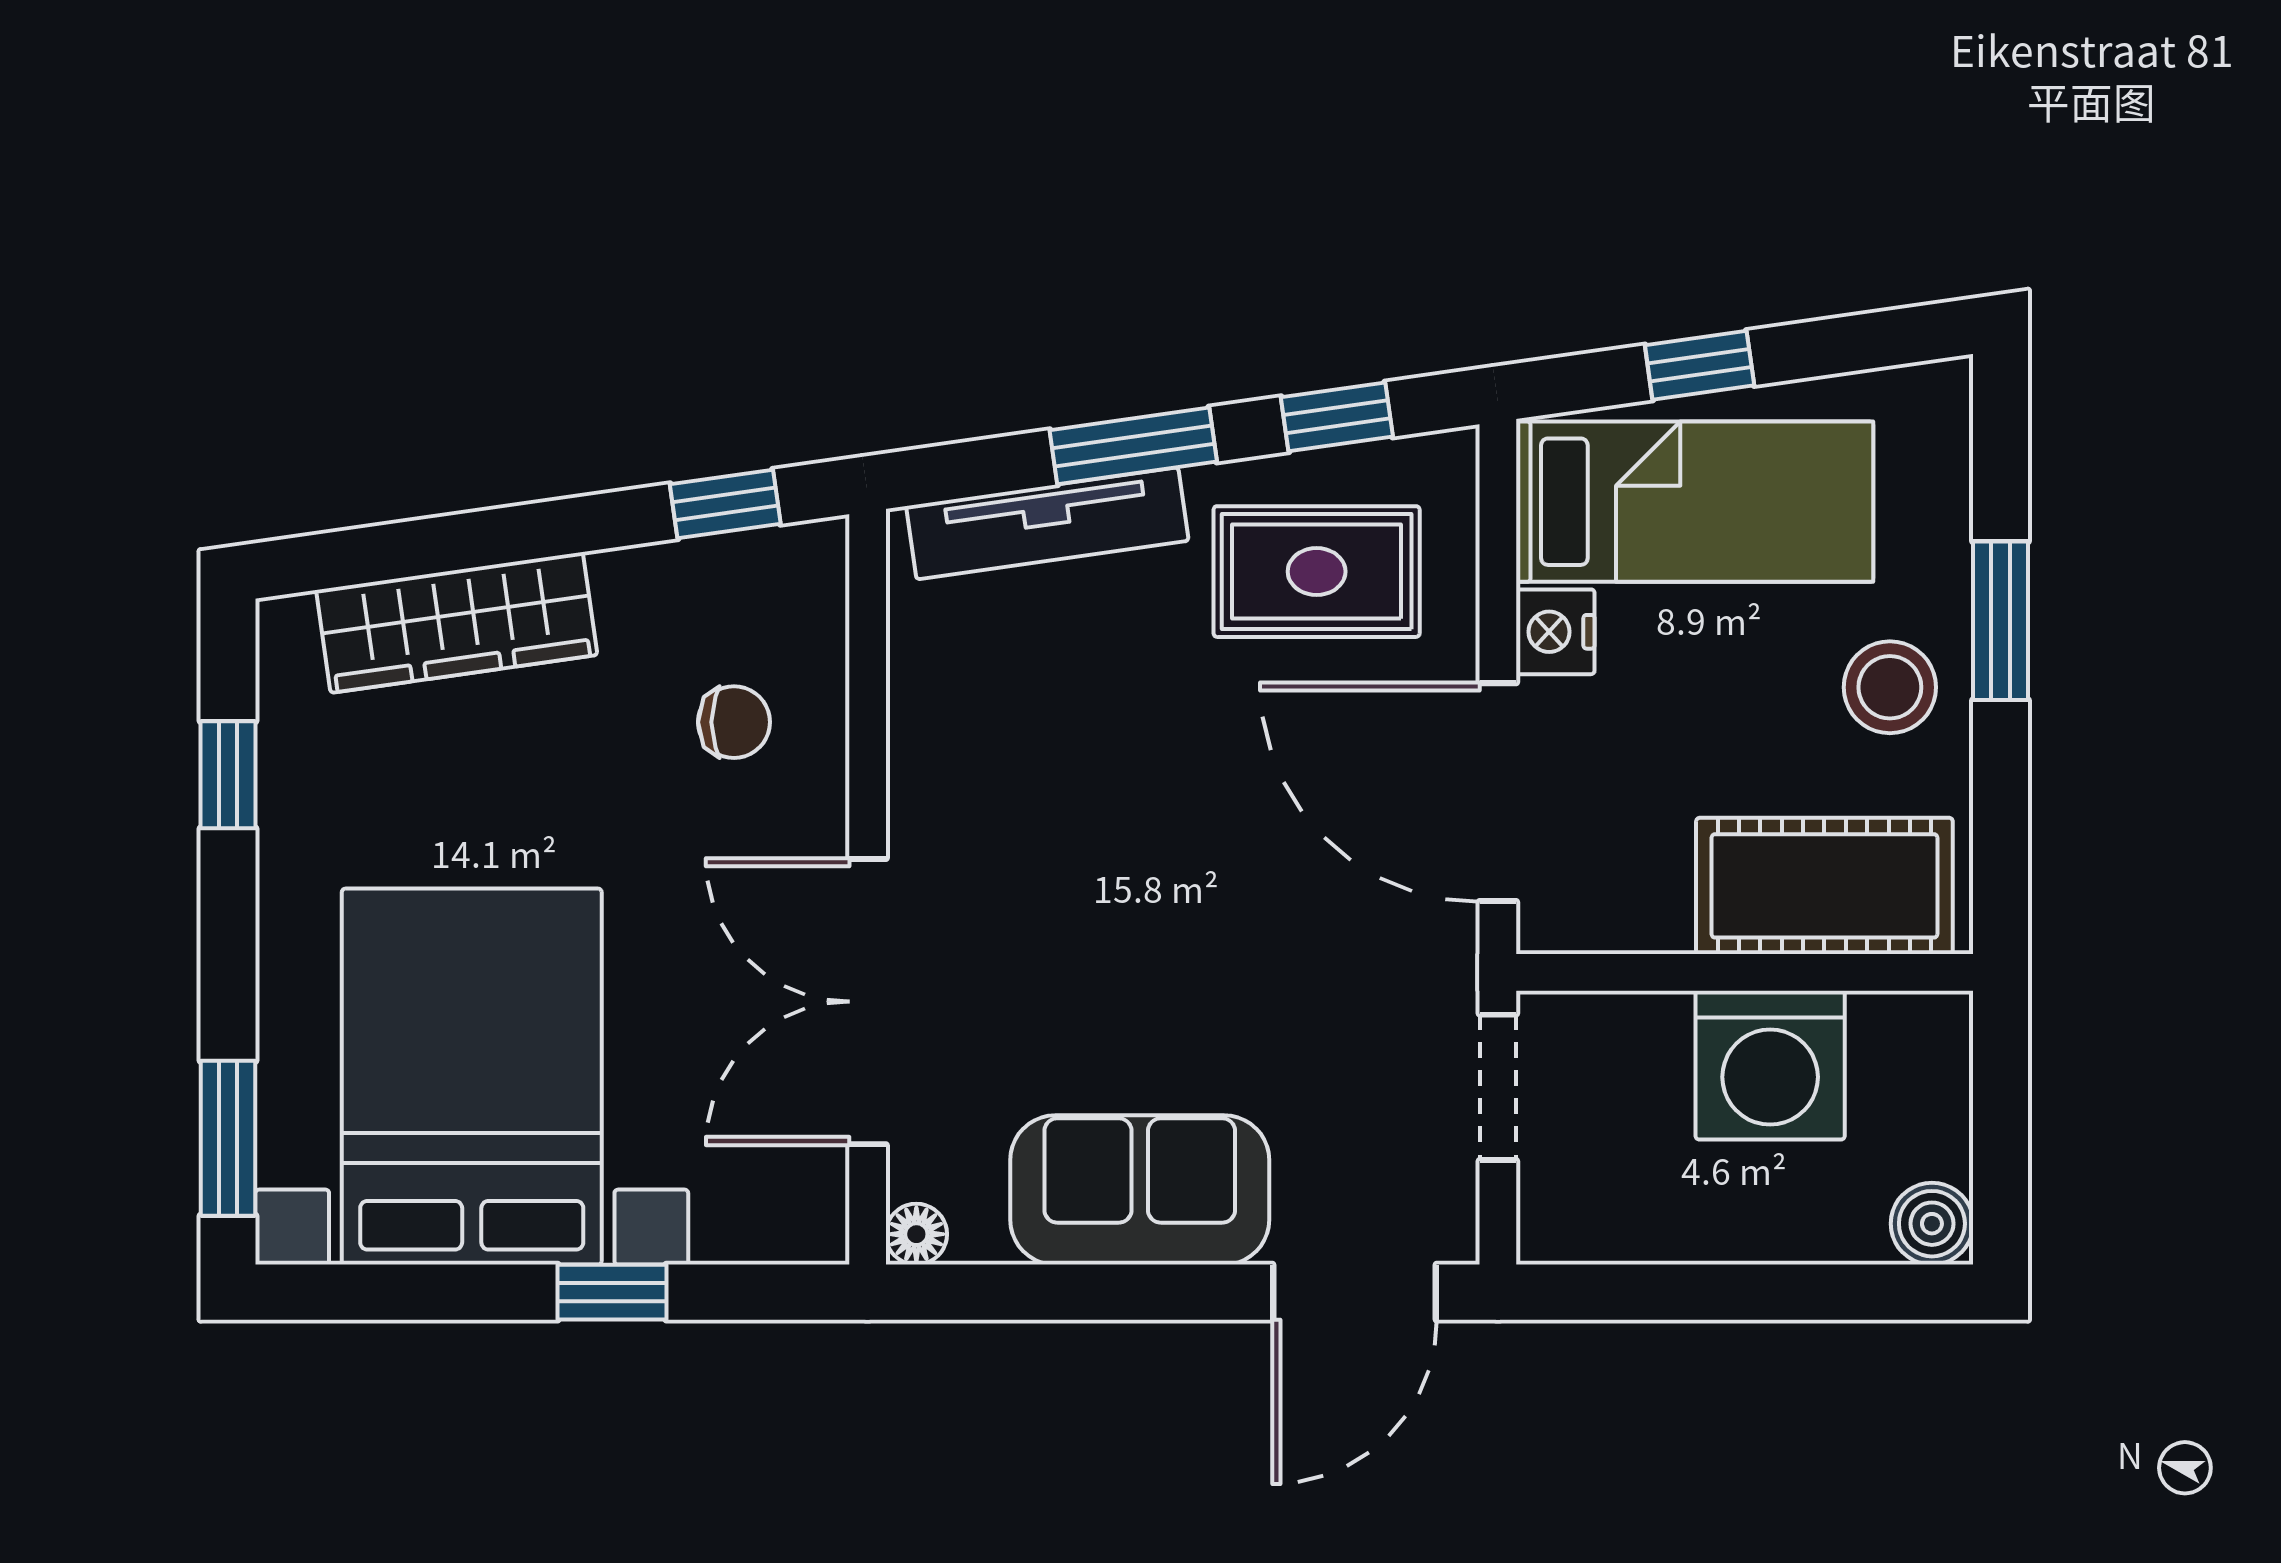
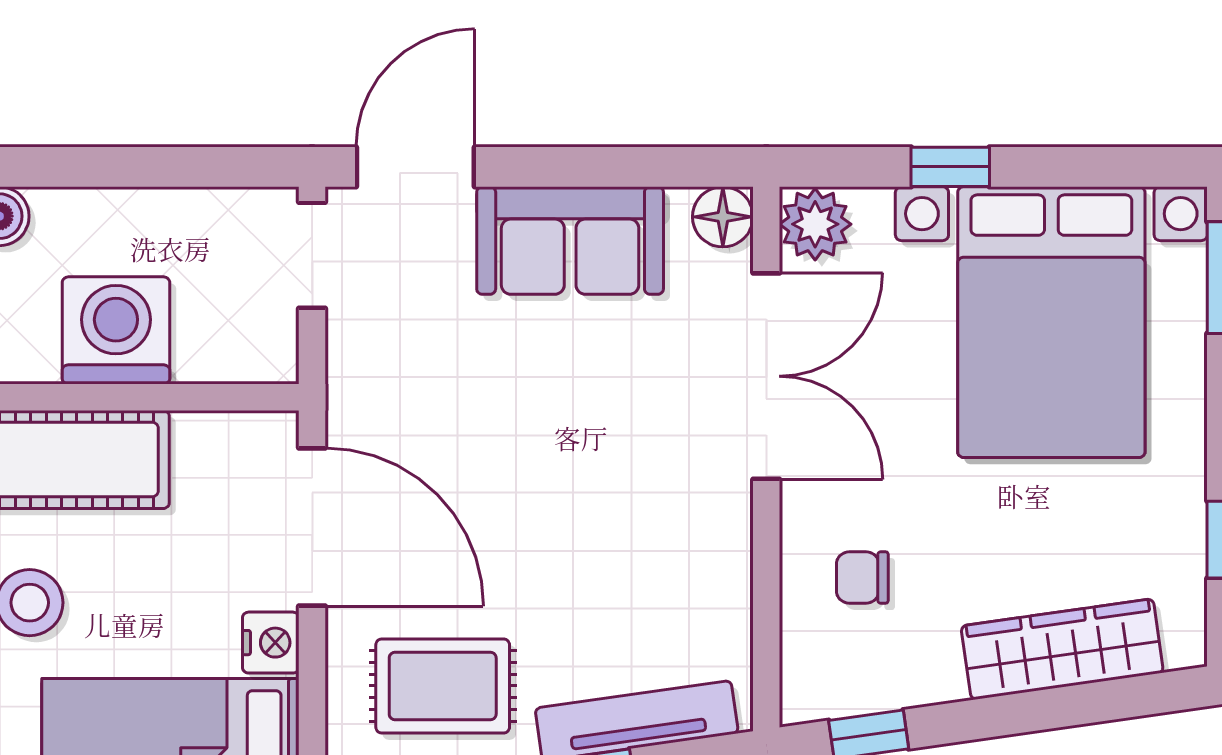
doorway: (1498, 1087) -> (312, 255), moved
plant: (800, 1212) -> (815, 224), added
floor lamp: (916, 1234) -> (723, 217), width x1.37, depth x1.37

